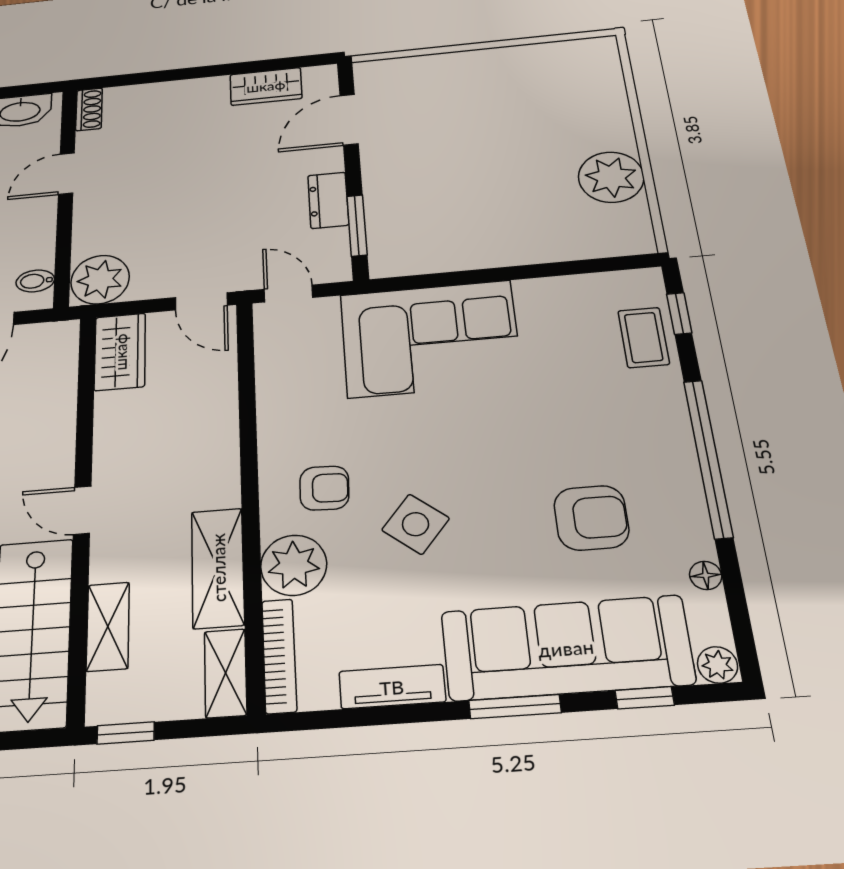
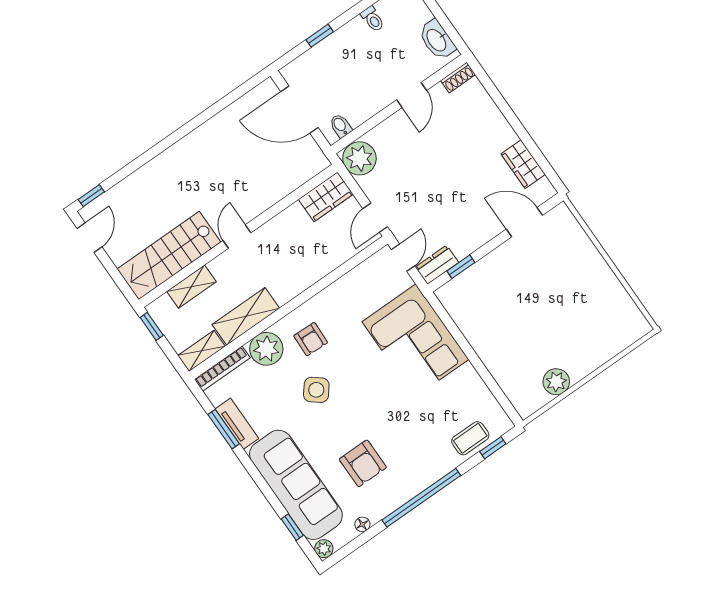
door: (66, 174) -> (412, 95), swing flipped
plant: (611, 177) -> (556, 382), width x0.73, depth x0.73
dresser: (328, 200) -> (437, 265), moved
window: (357, 225) -> (461, 267), width x0.67
window: (515, 707) -> (224, 429), moved

